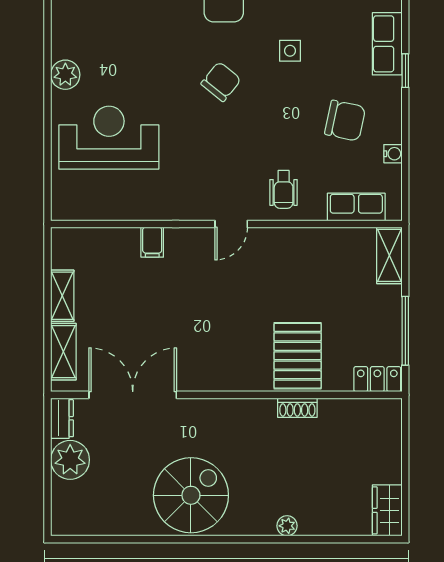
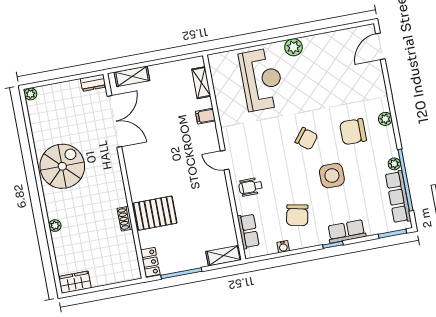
side table: (290, 51) -> (332, 176), width x1.87, depth x1.87
shelving: (62, 296) -> (201, 83), moved, turned 90
plant: (70, 460) -> (30, 94), moved, width x0.53, depth x0.53
spiral stairs: (191, 495) -> (62, 166), turned -90

